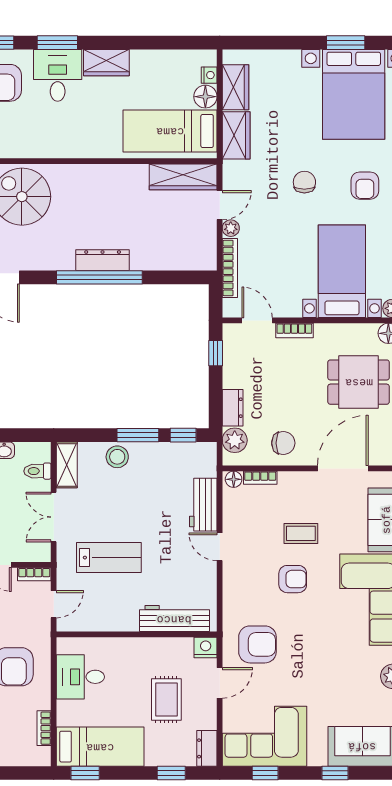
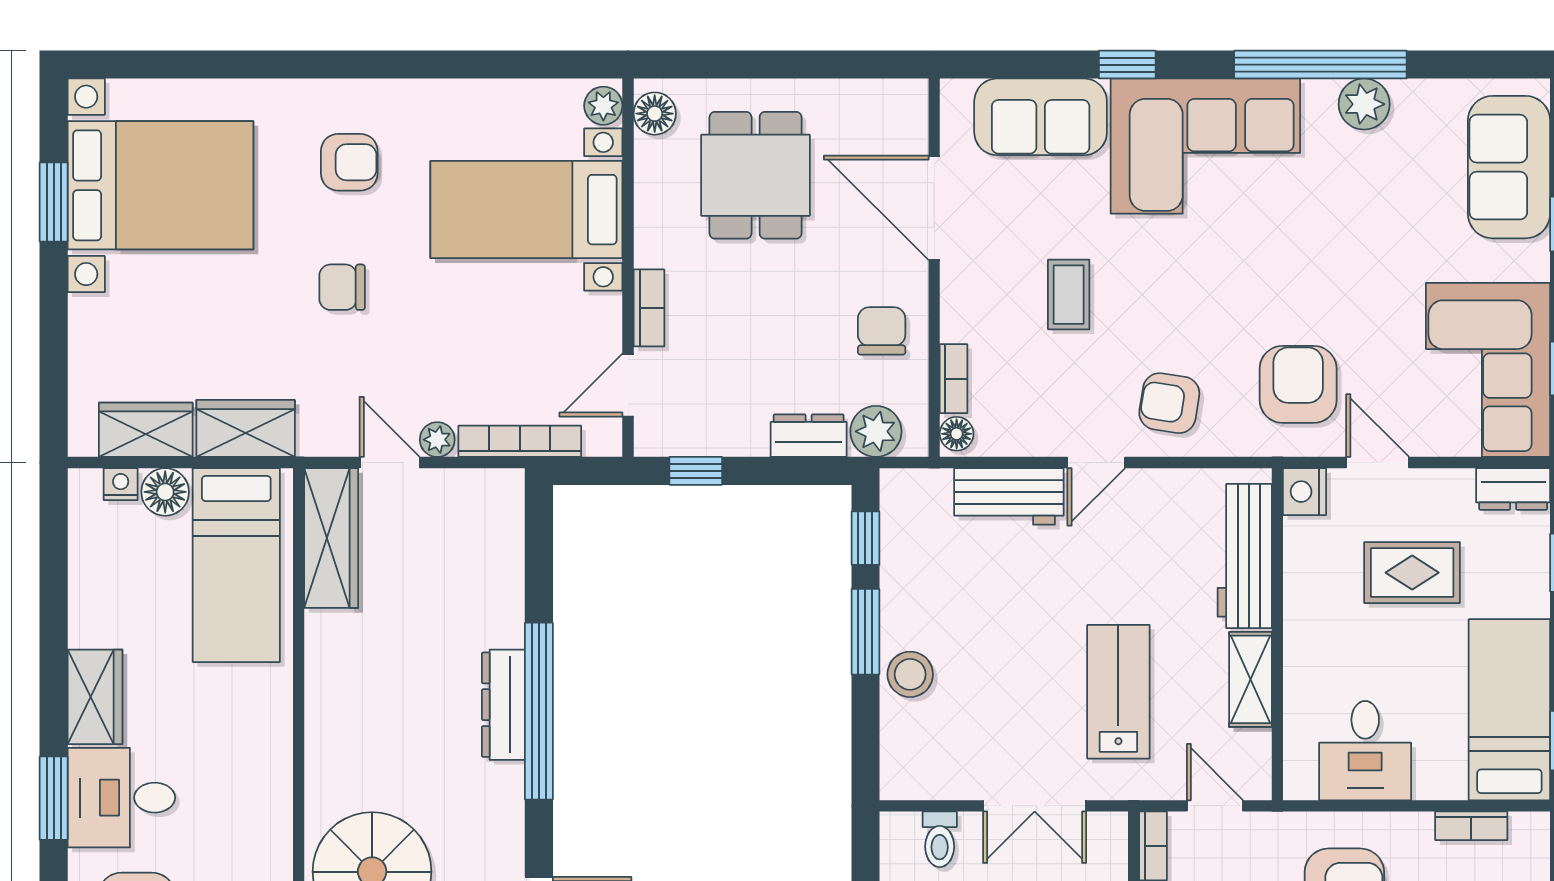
shelving: (67, 465) -> (1250, 679), moved, turned 90
armchair: (293, 579) -> (1169, 403), moved, turned -81

